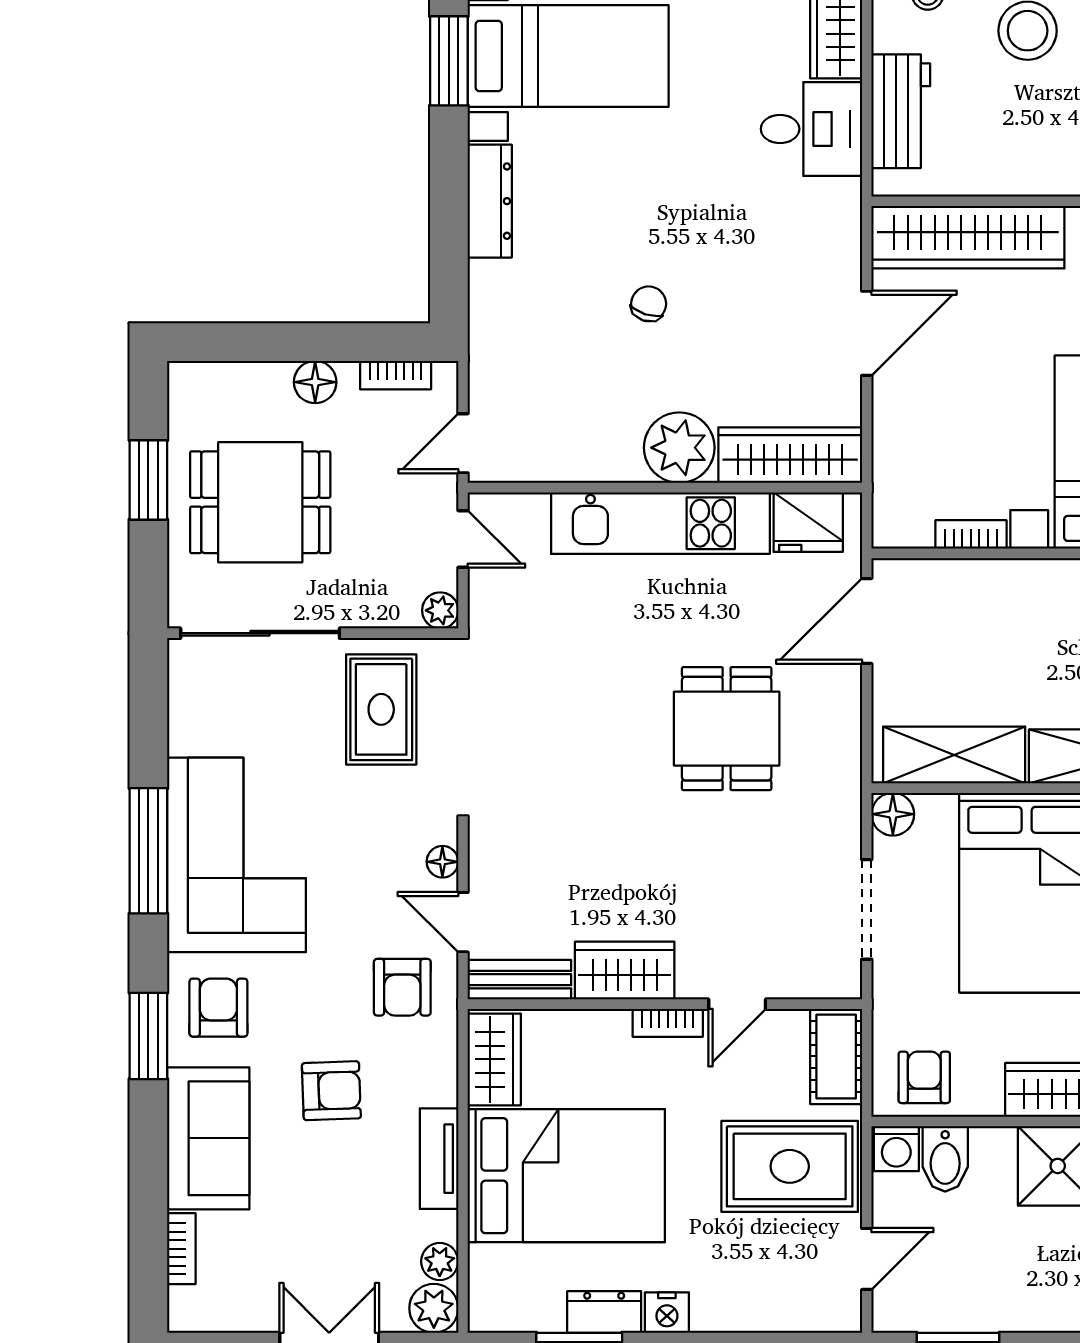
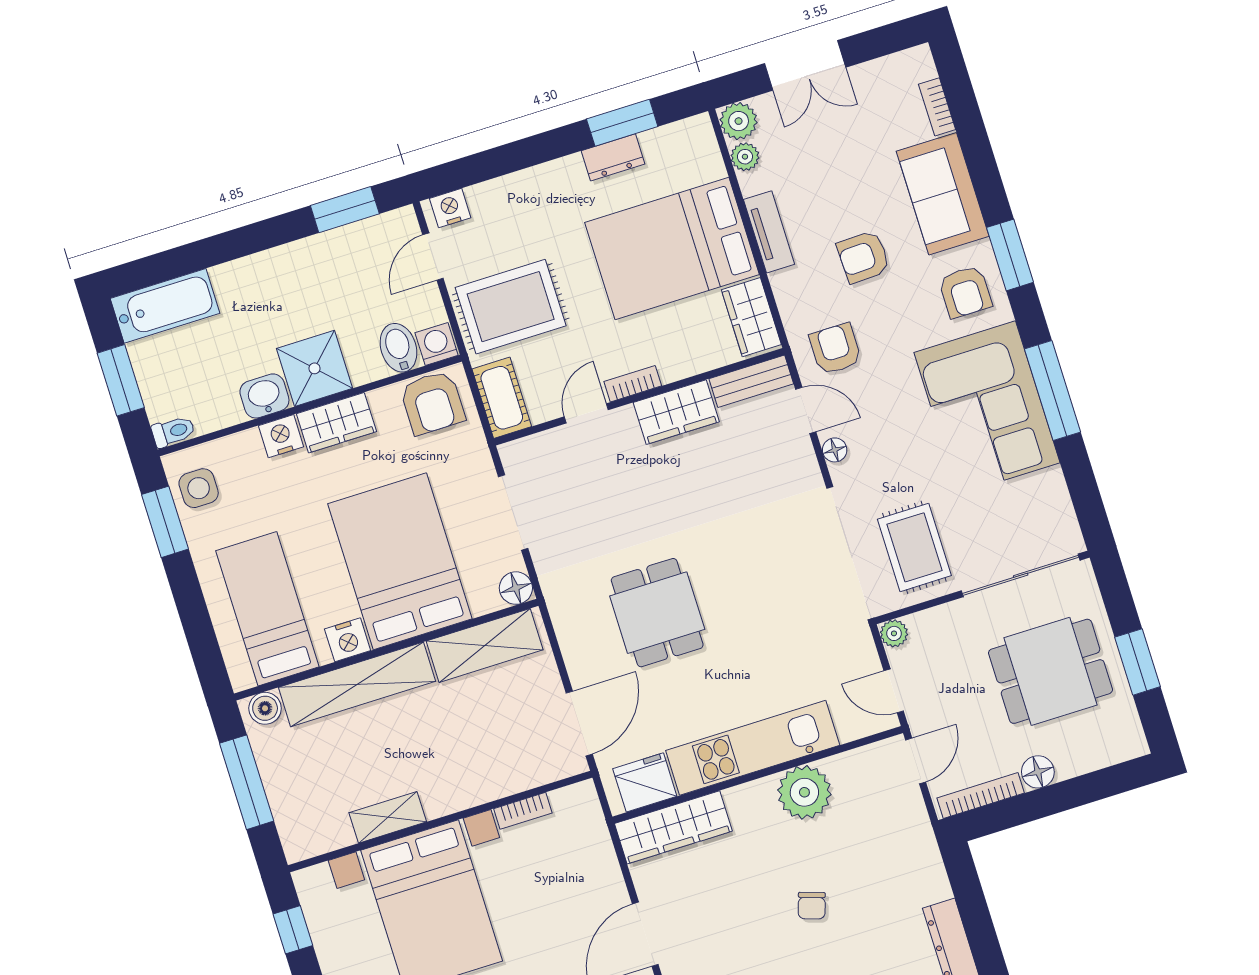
bookcase: (396, 375) -> (981, 795), width x1.56
plant: (679, 448) -> (804, 792), moved
armchair: (924, 1077) -> (432, 403), width x1.38, depth x1.38
nightstand: (667, 1313) -> (450, 208), moved

